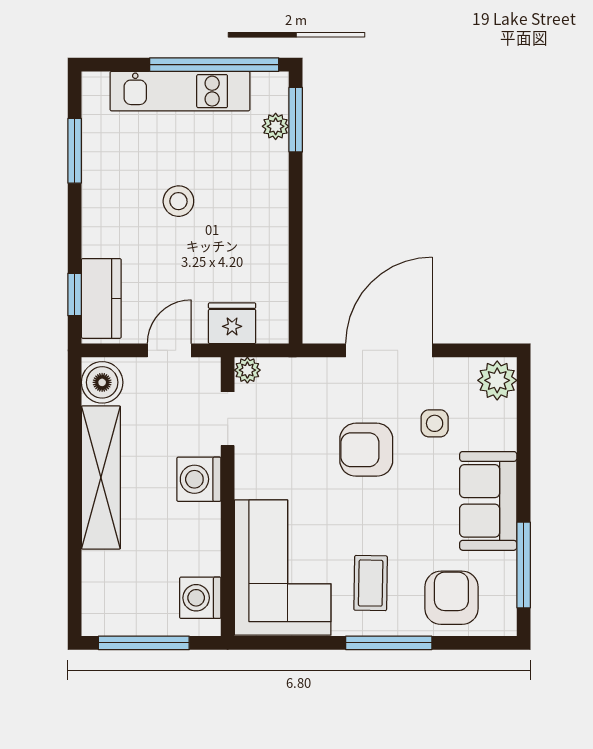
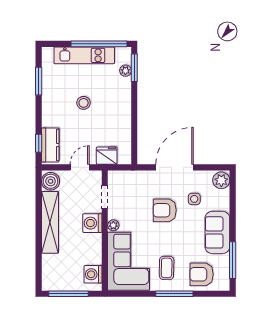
plant: (247, 370) -> (113, 225), moved
armchair: (451, 598) -> (202, 274), turned -90

